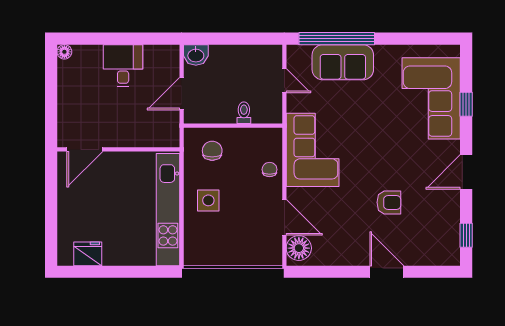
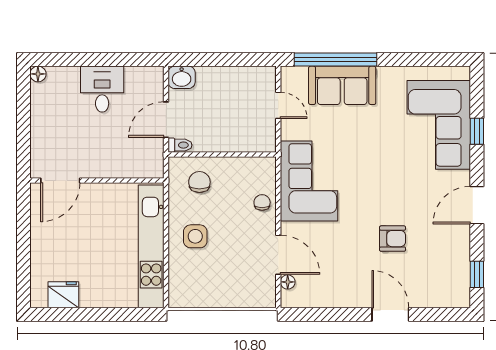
toilet: (244, 113) -> (180, 145), moved, turned 90
floor lamp: (299, 248) -> (288, 282), width x0.53, depth x0.53

